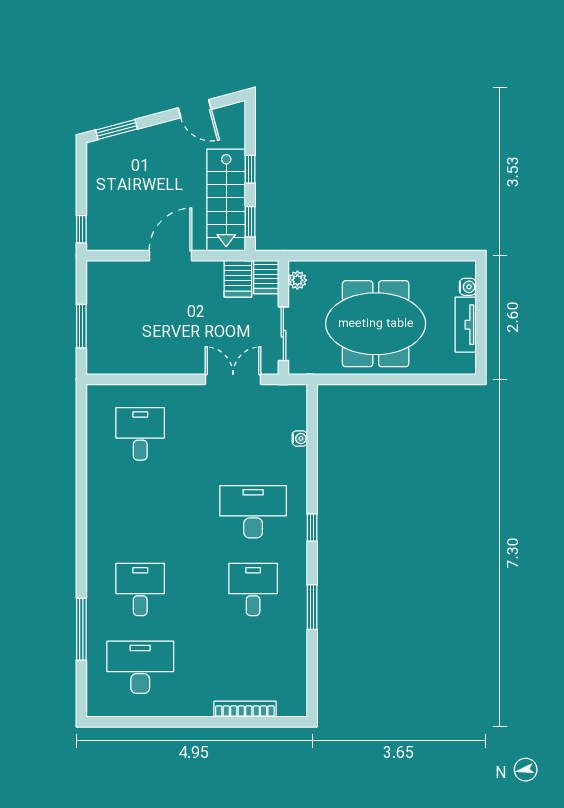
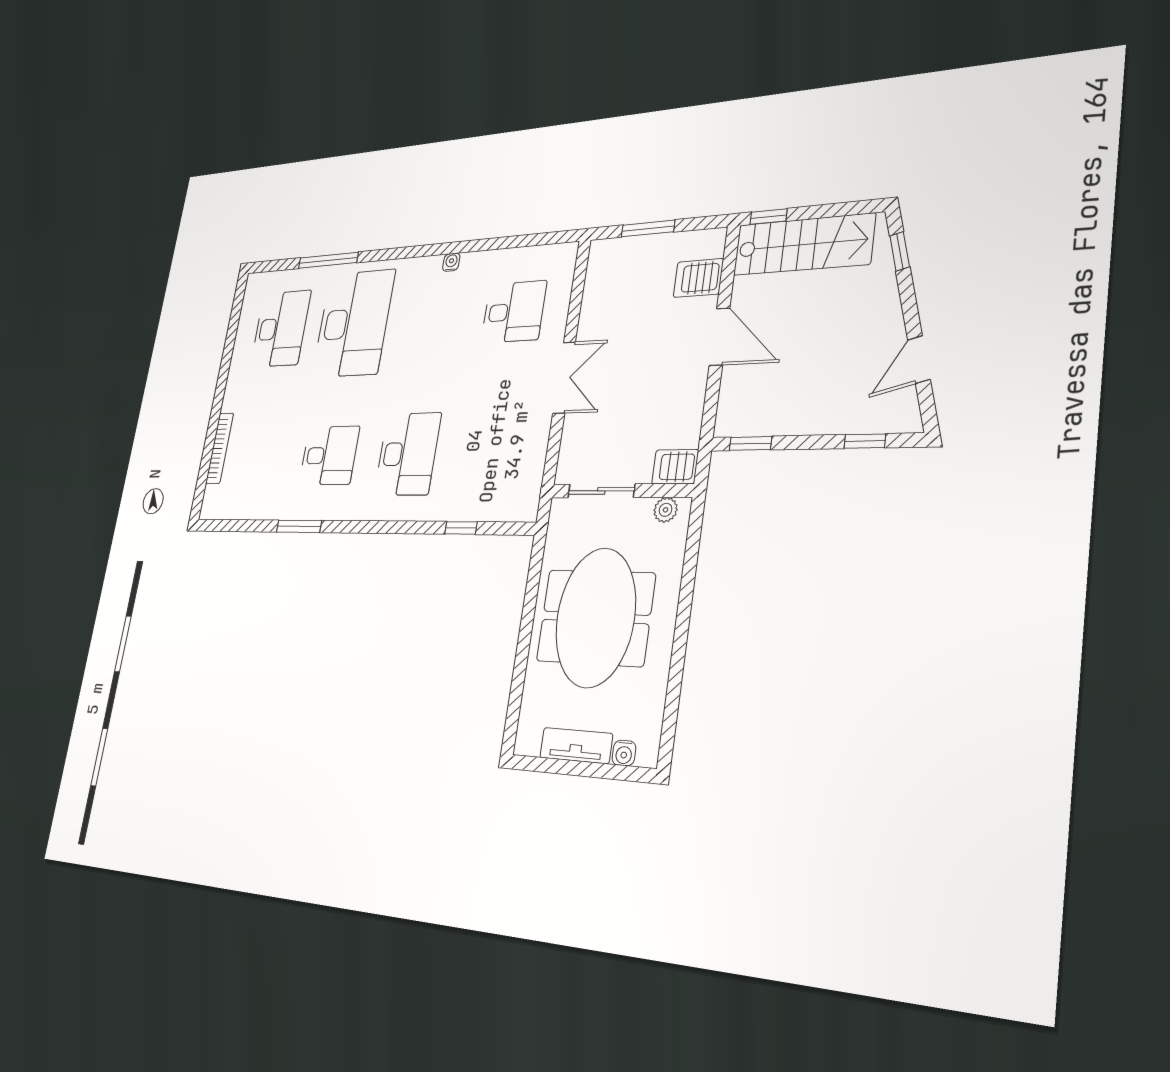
window: (116, 129) -> (900, 251), width x0.67
window: (250, 169) -> (865, 441), moved
stairs: (226, 200) -> (804, 244), moved, turned 180
server rack: (238, 279) -> (698, 278), moved
double door: (233, 379) -> (564, 378), moved
water cooler: (300, 438) -> (451, 262), moved, turned 180
window: (312, 527) -> (461, 528), moved
desk: (140, 590) -> (353, 323), width x1.87, depth x1.30

